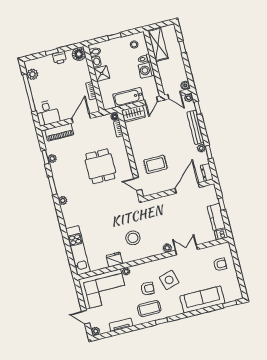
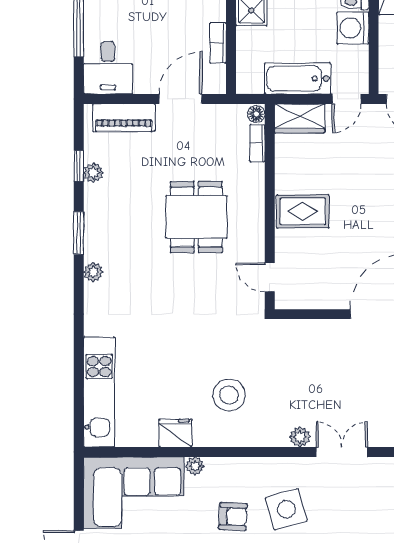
rug: (156, 164) -> (303, 211), moved

